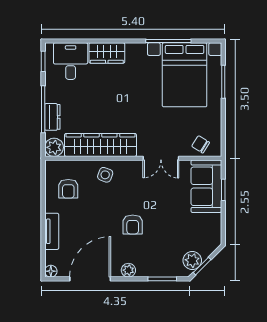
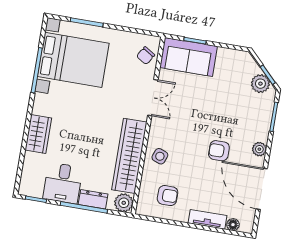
desk: (71, 61) -> (63, 183), moved, turned -90
armchair: (133, 224) -> (219, 151), moved, turned 180
floor lamp: (51, 271) -> (233, 225), moved

